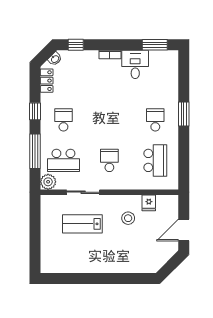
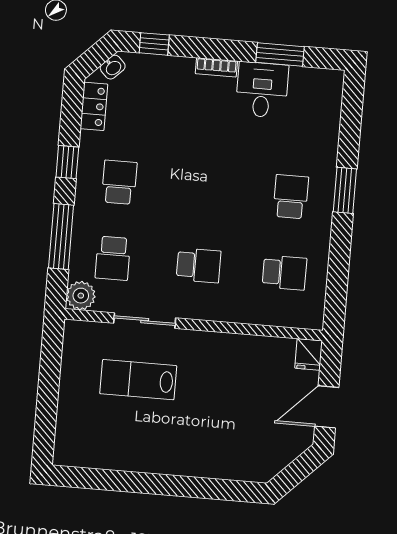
window: (155, 45) -> (280, 55), moved
school desk: (63, 160) -> (113, 258), width x0.54
school desk: (109, 160) -> (199, 265), turned 90
school desk: (155, 160) -> (284, 273), width x0.54
fridge: (149, 203) -> (309, 354), moved
stool: (128, 218) -> (225, 376), removed

